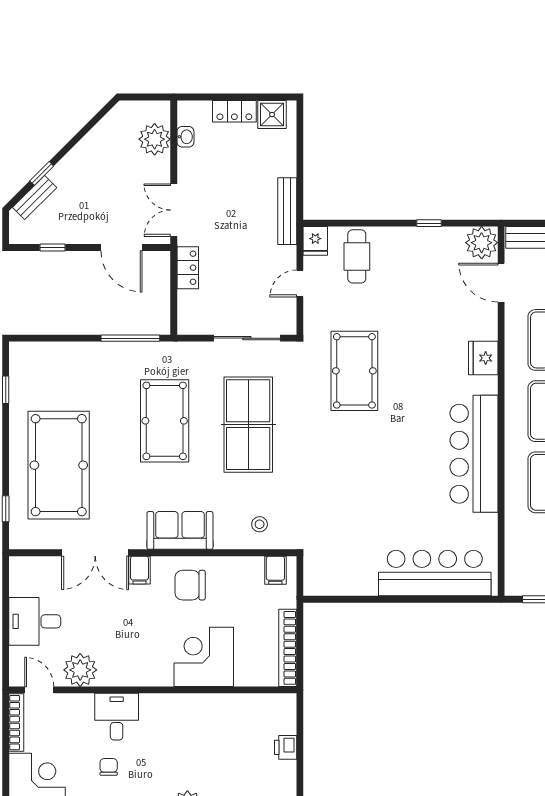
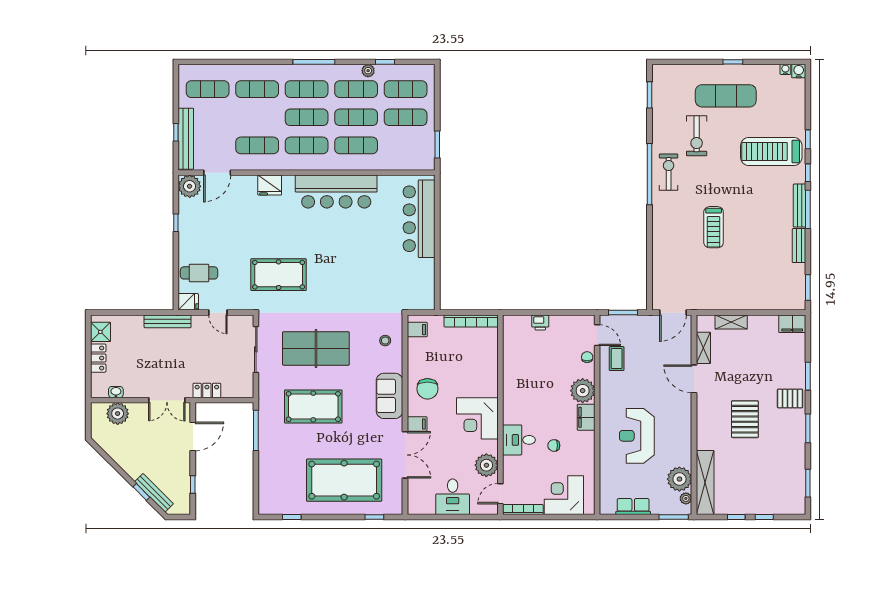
bench: (35, 197) -> (154, 493), width x1.36
corner desk: (204, 657) -> (477, 418), moved

